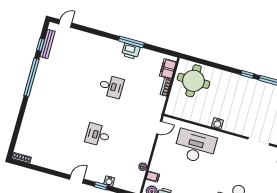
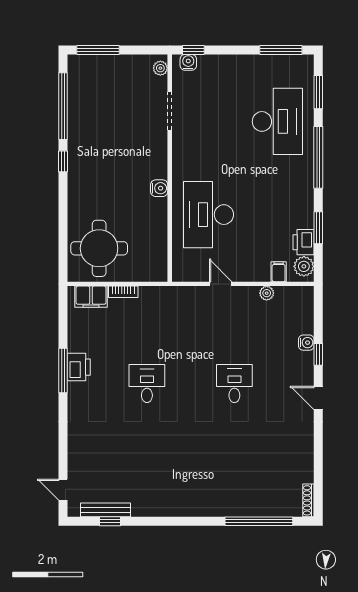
window: (31, 77) -> (259, 521), moved
door: (159, 128) -> (221, 284), moved
desk: (98, 135) -> (234, 383), turned 180

